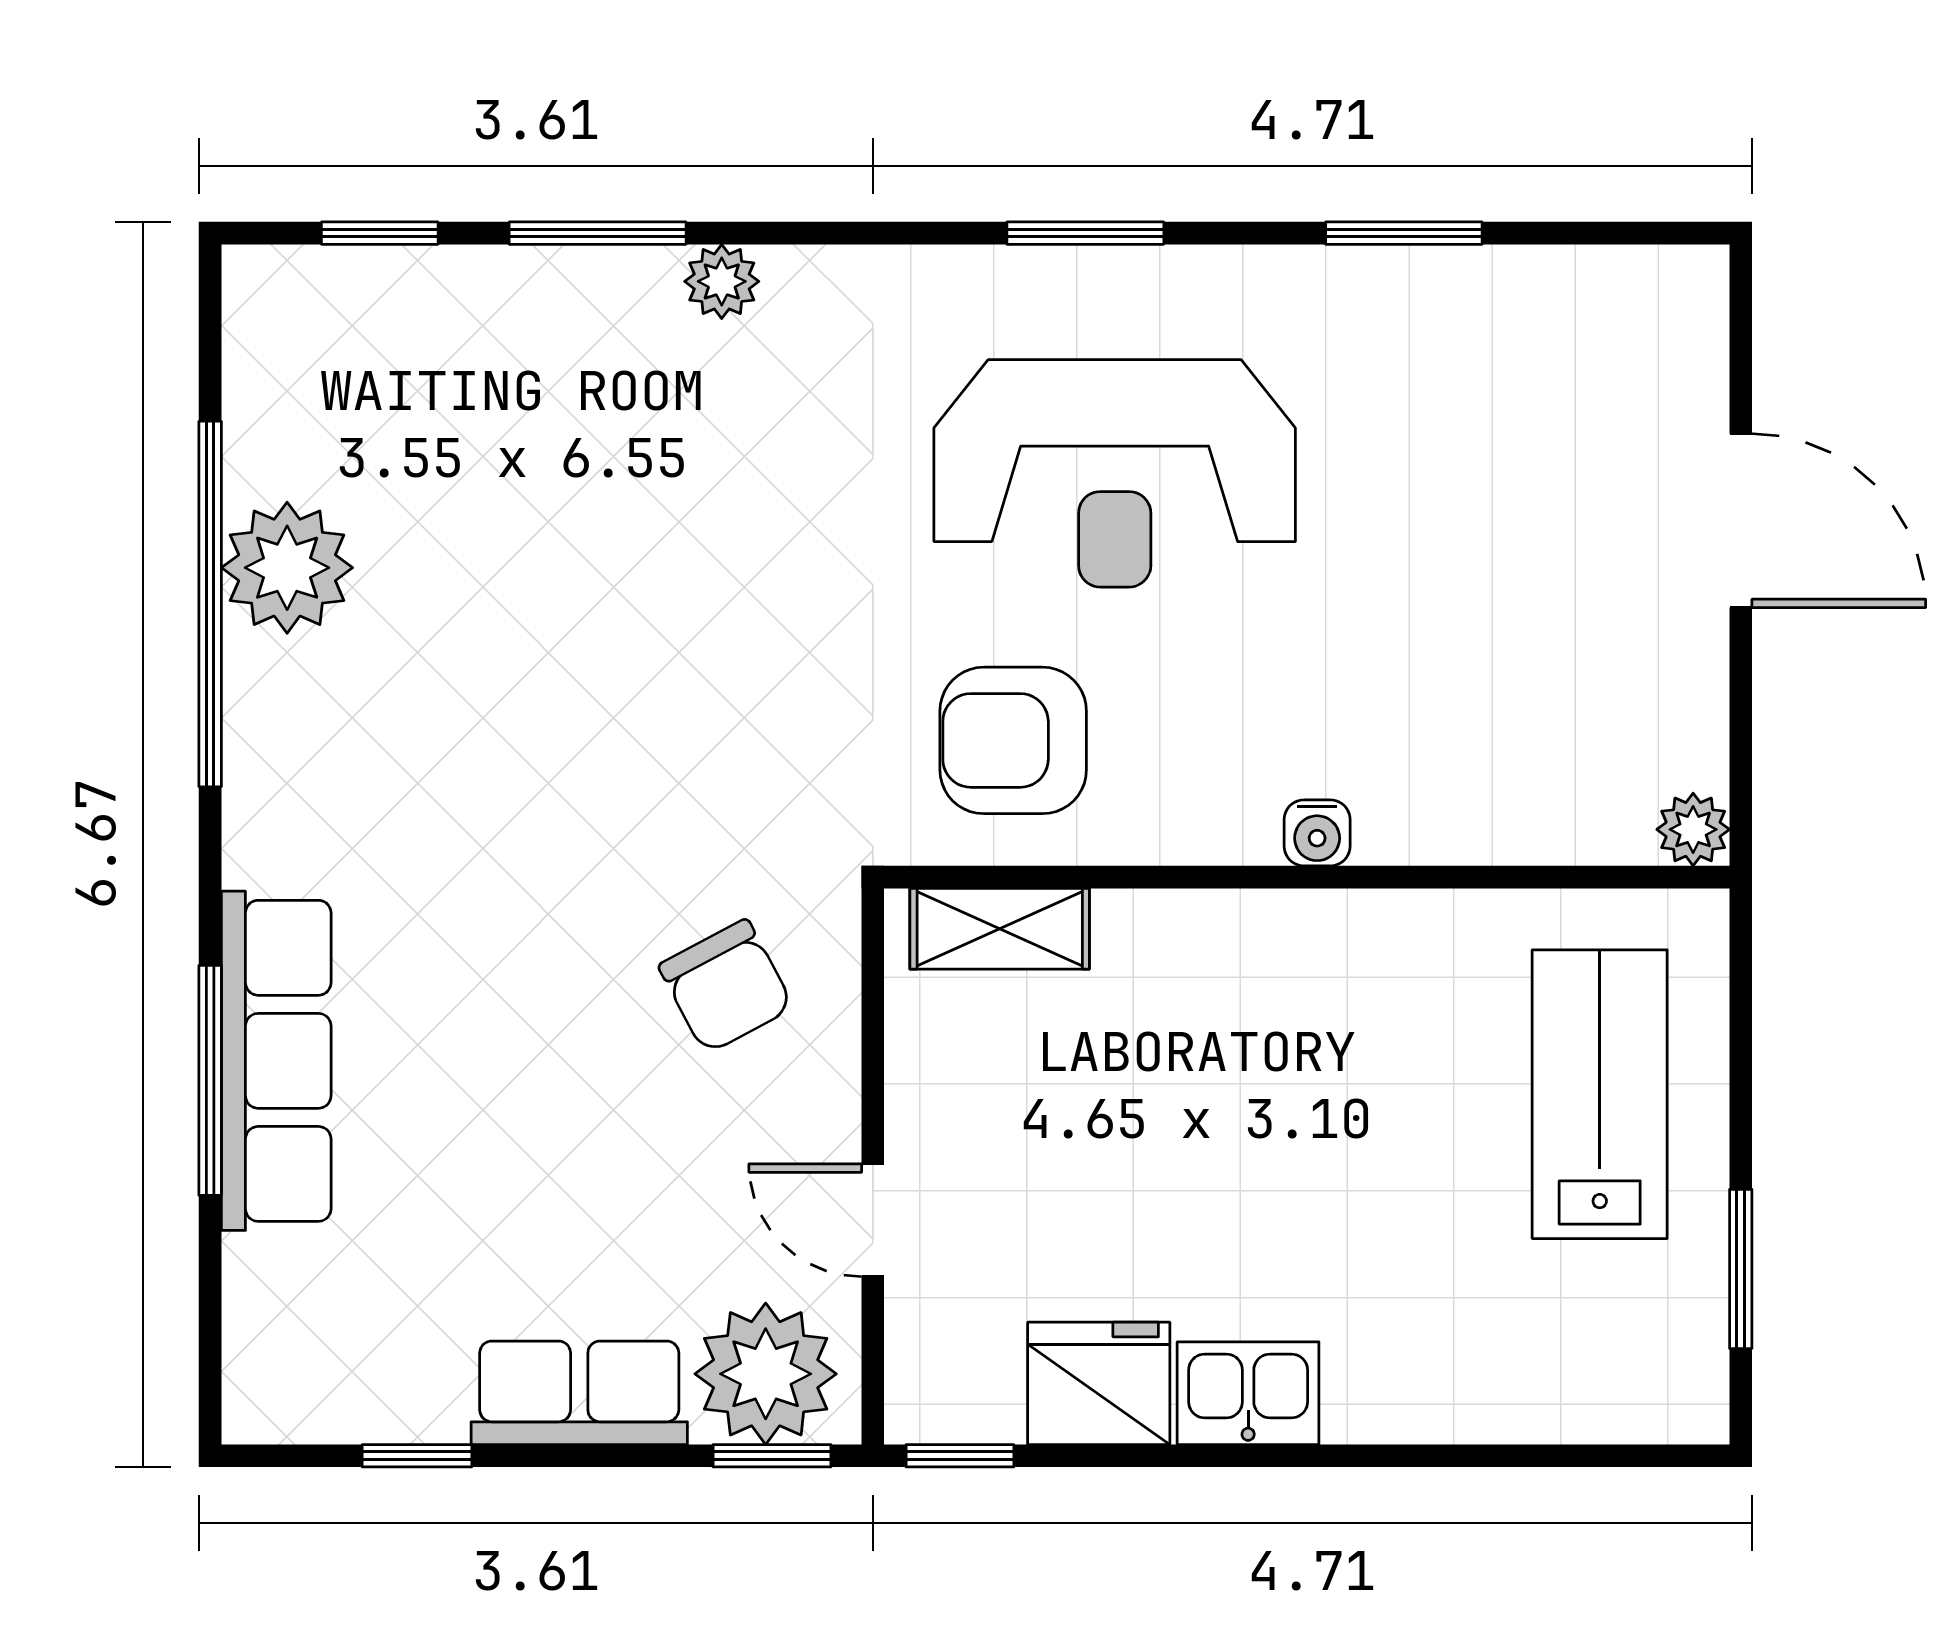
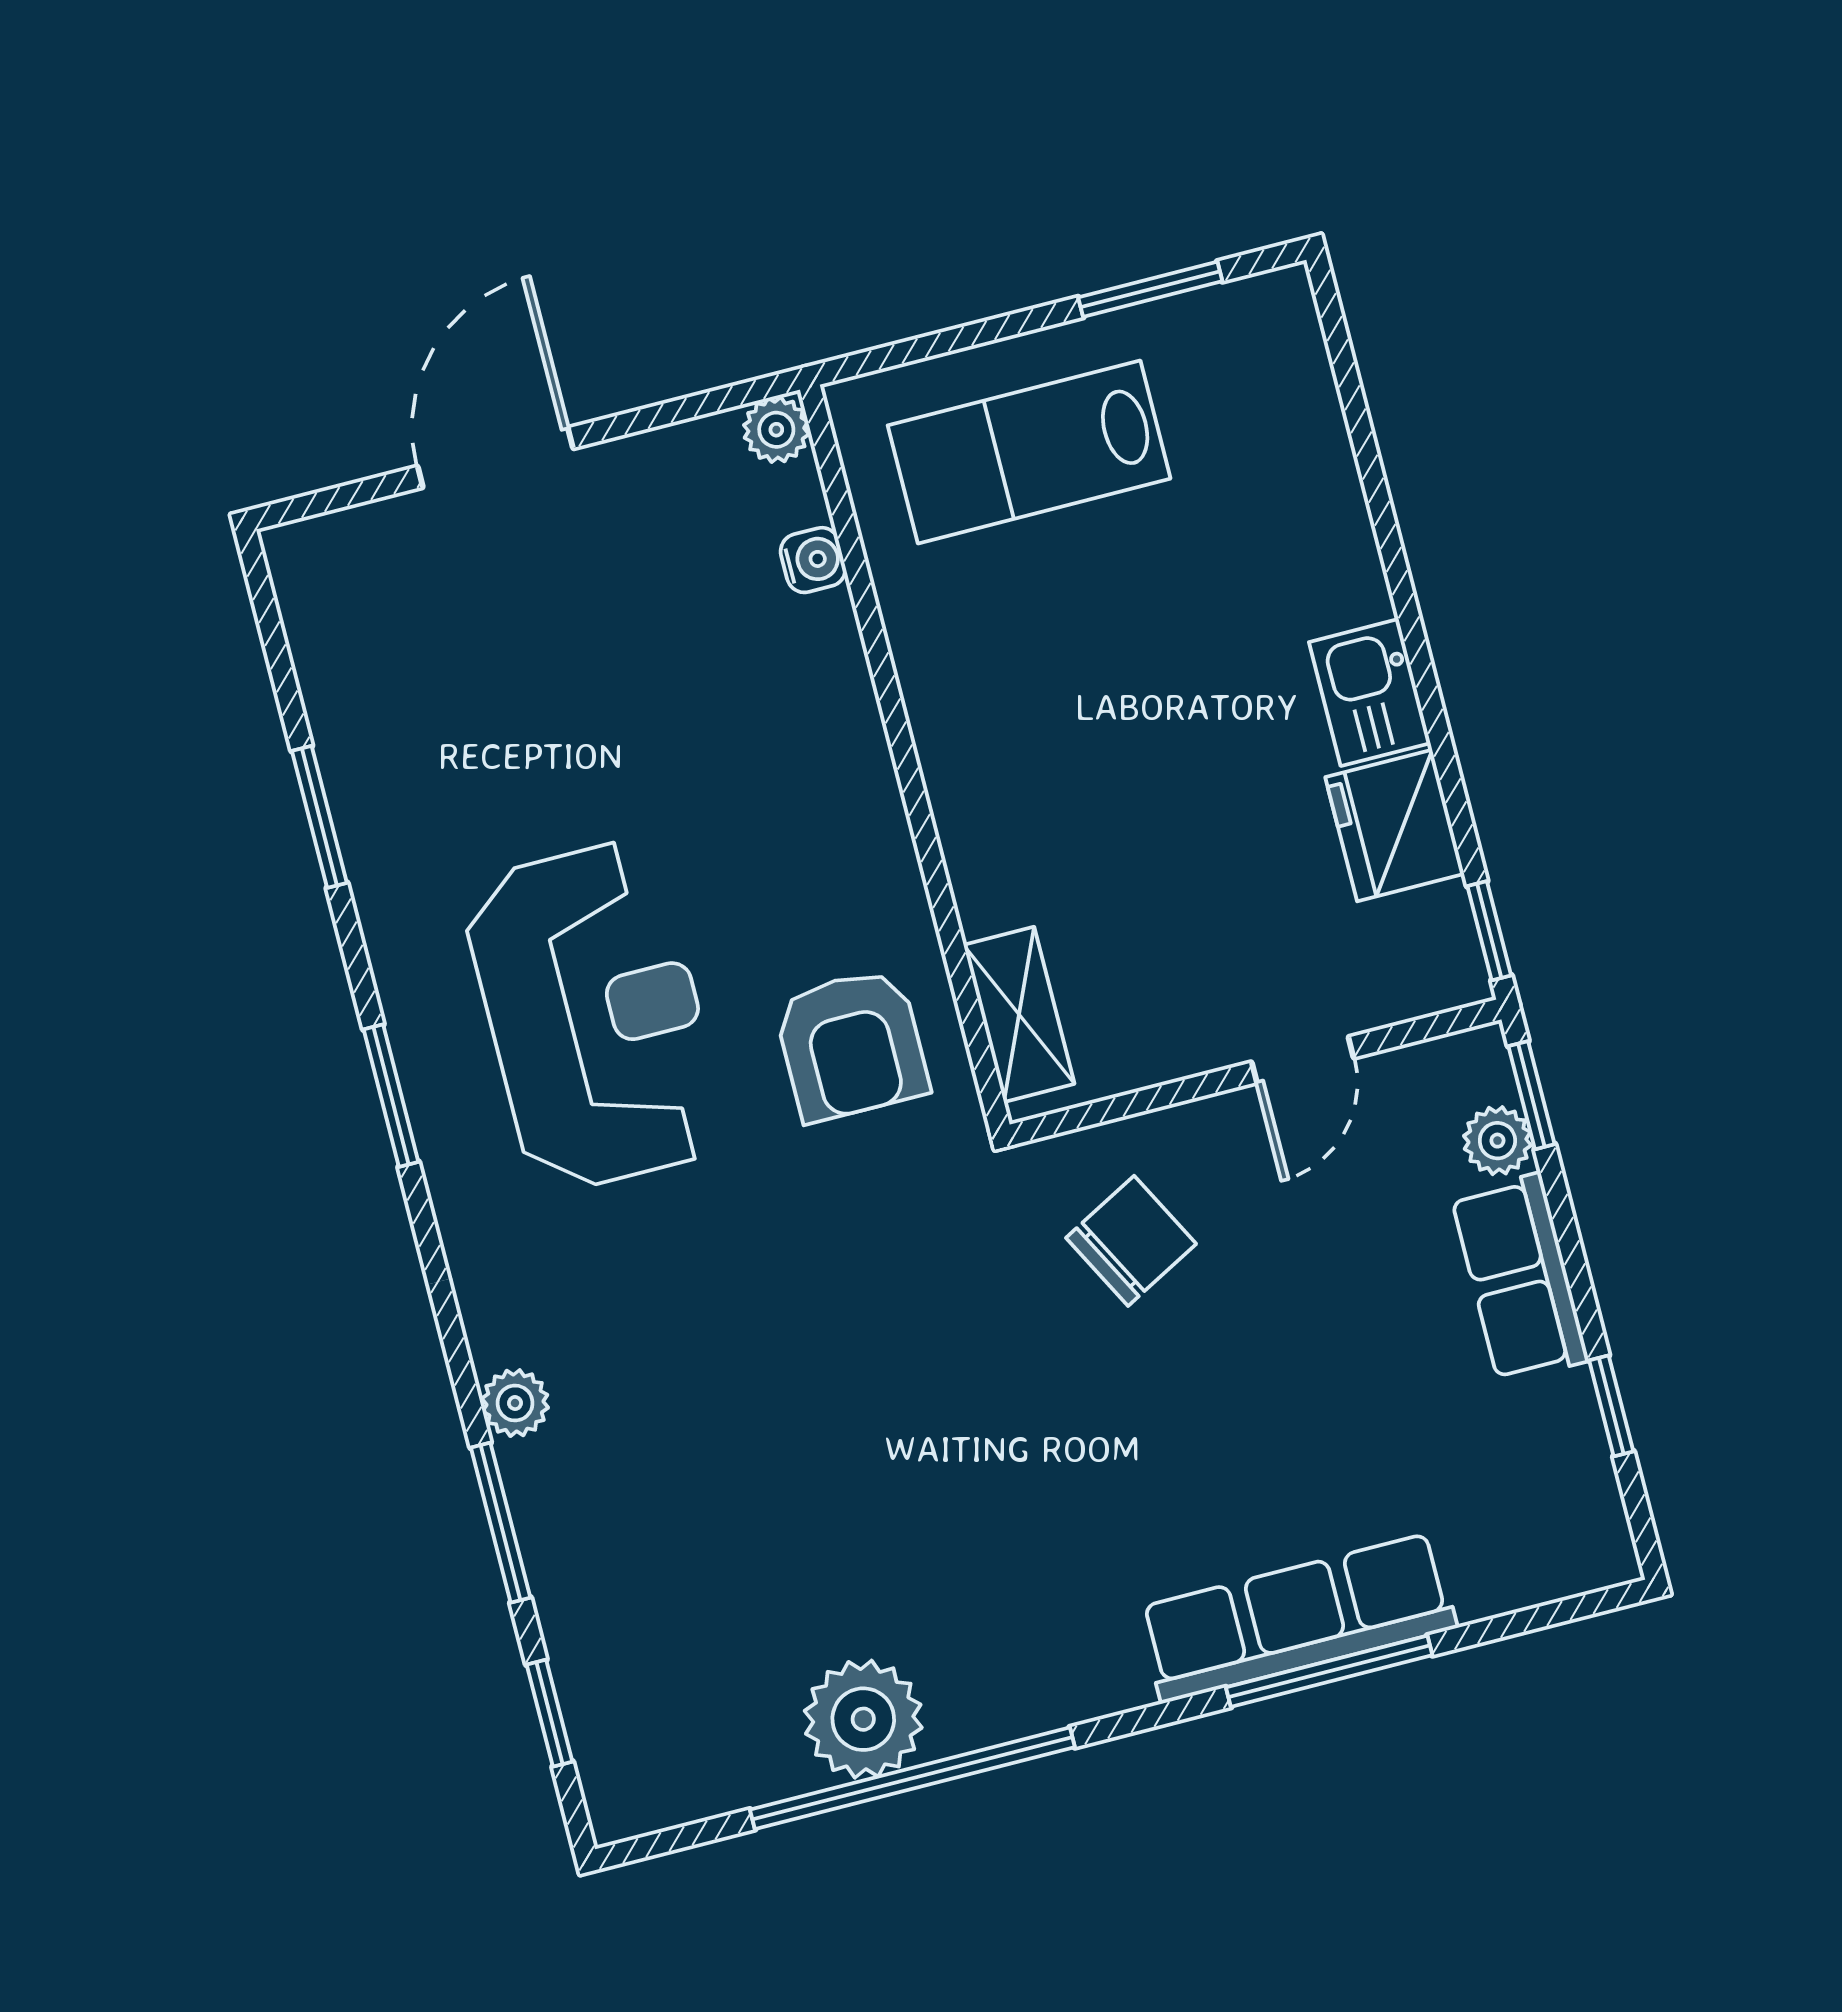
water cooler: (1317, 833) -> (813, 560), moved
plant: (766, 1374) -> (1497, 1141), width x0.53, depth x0.53

